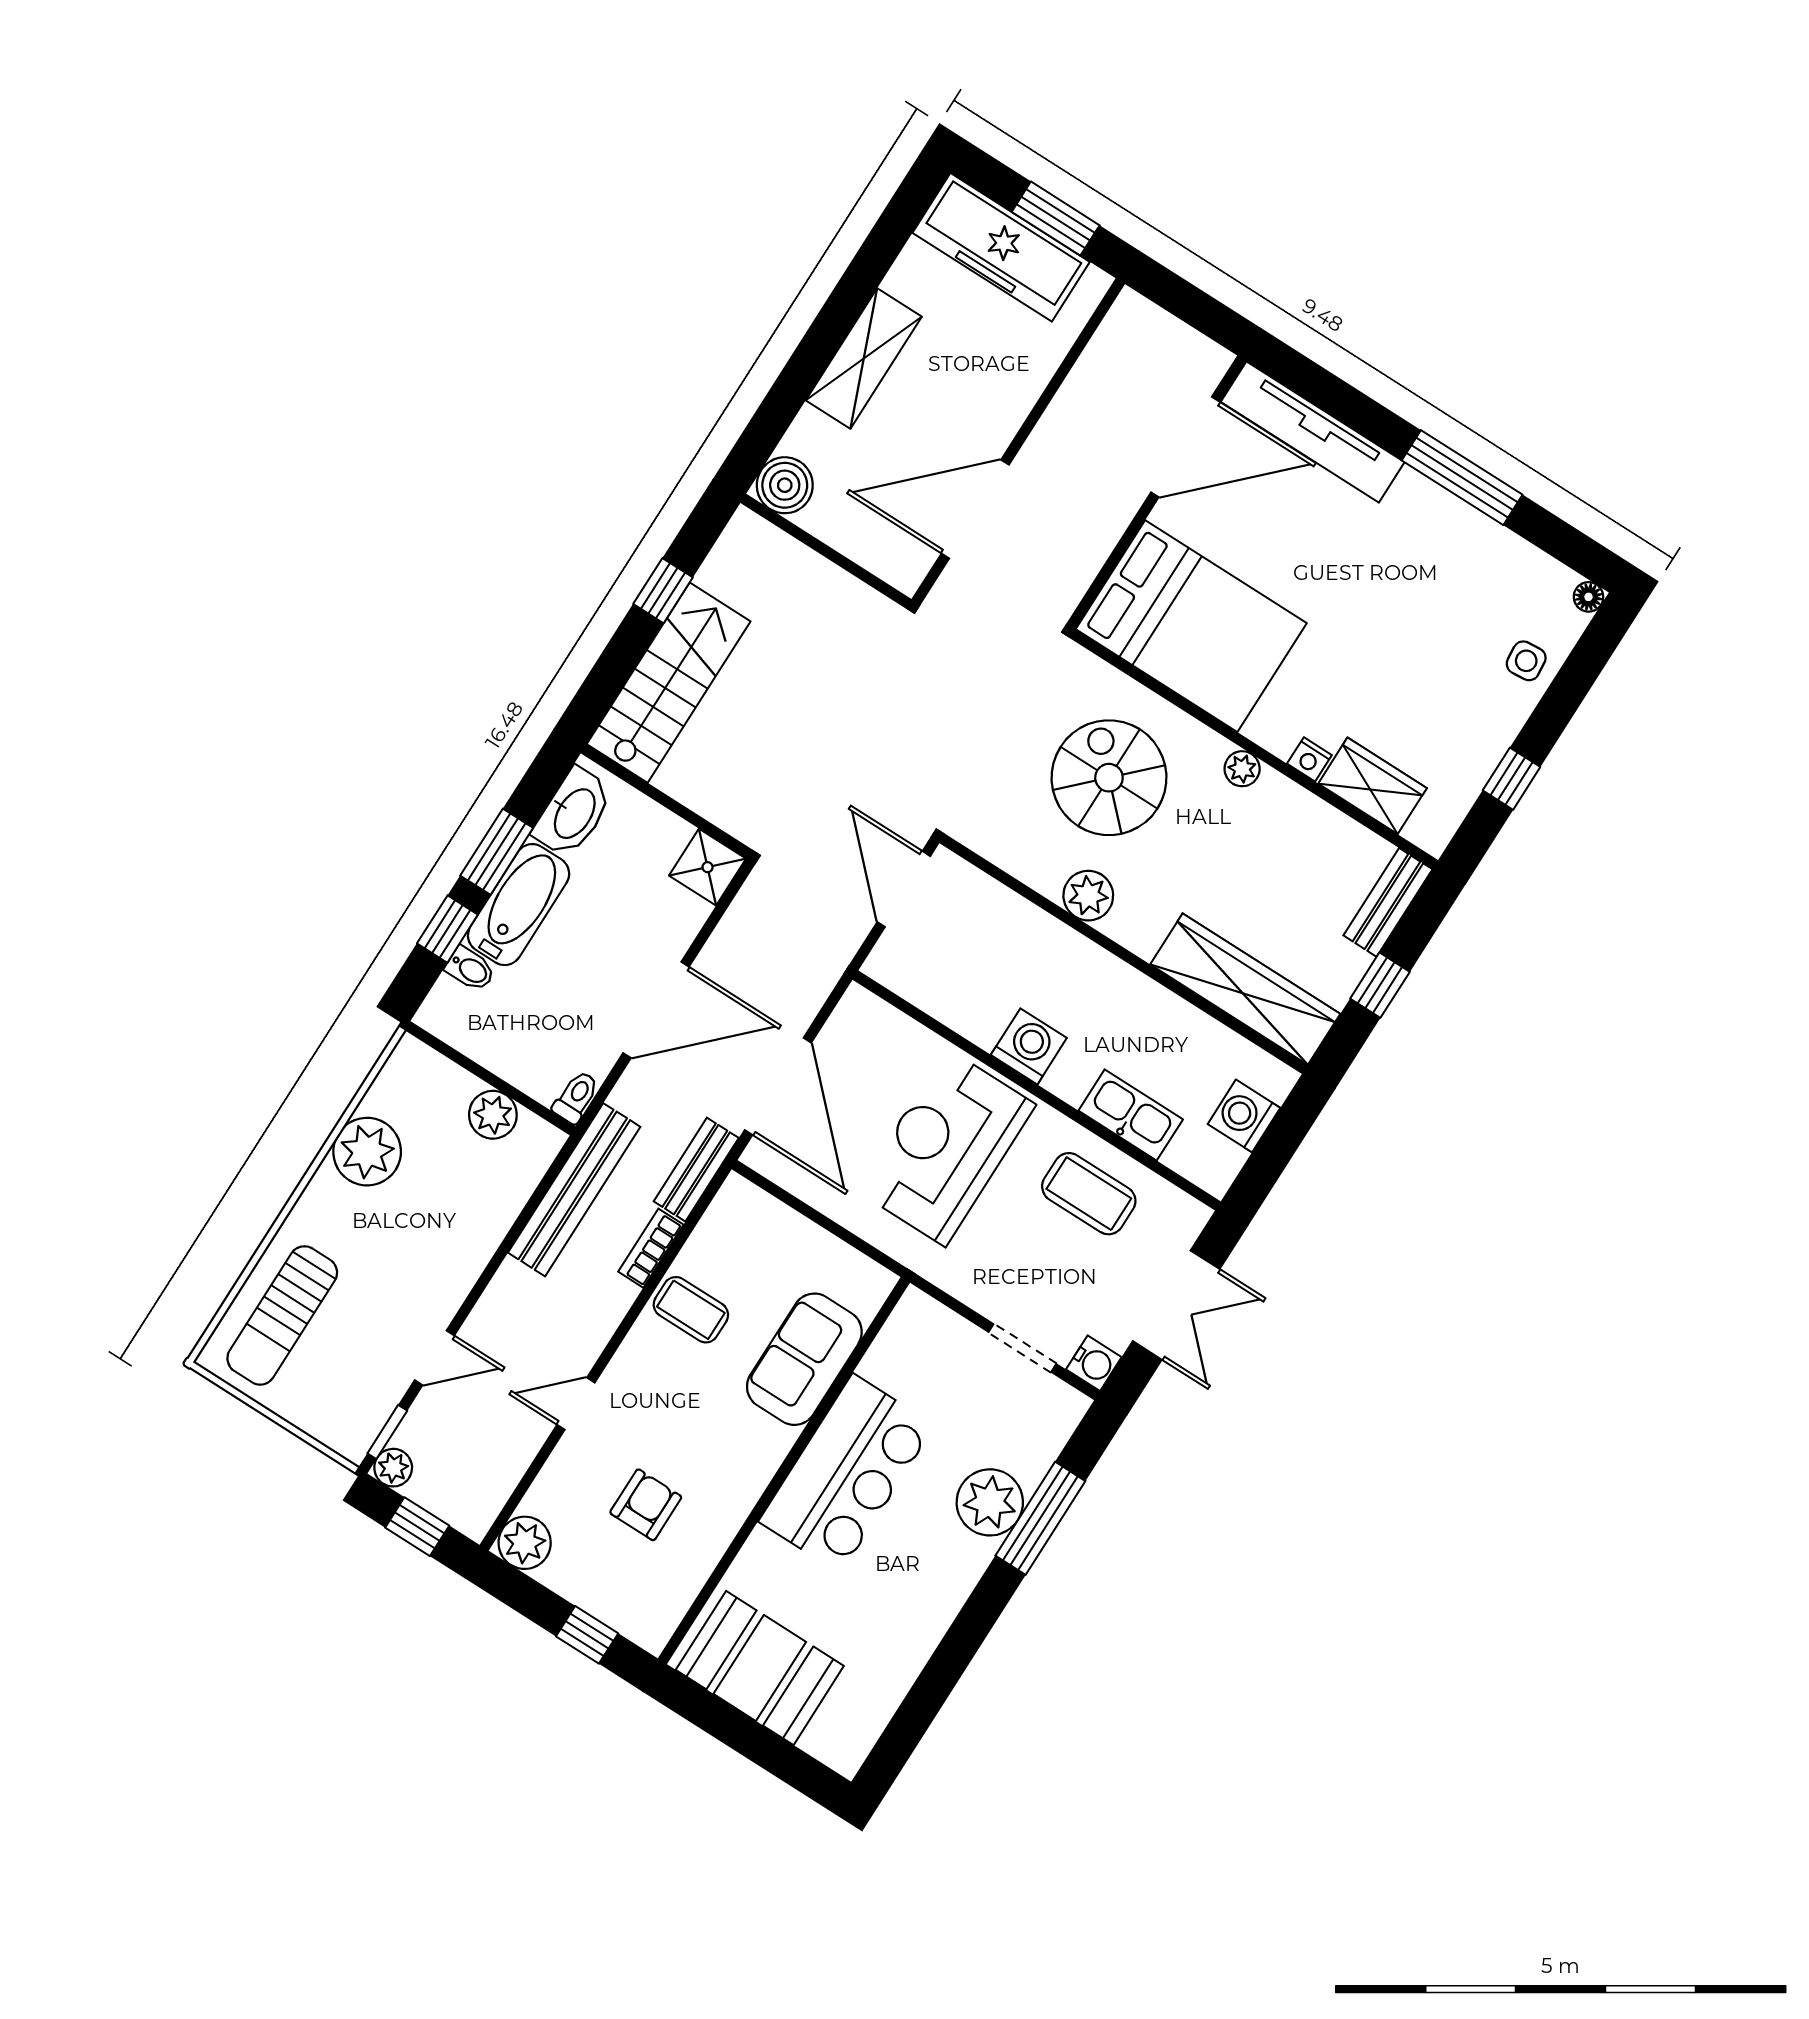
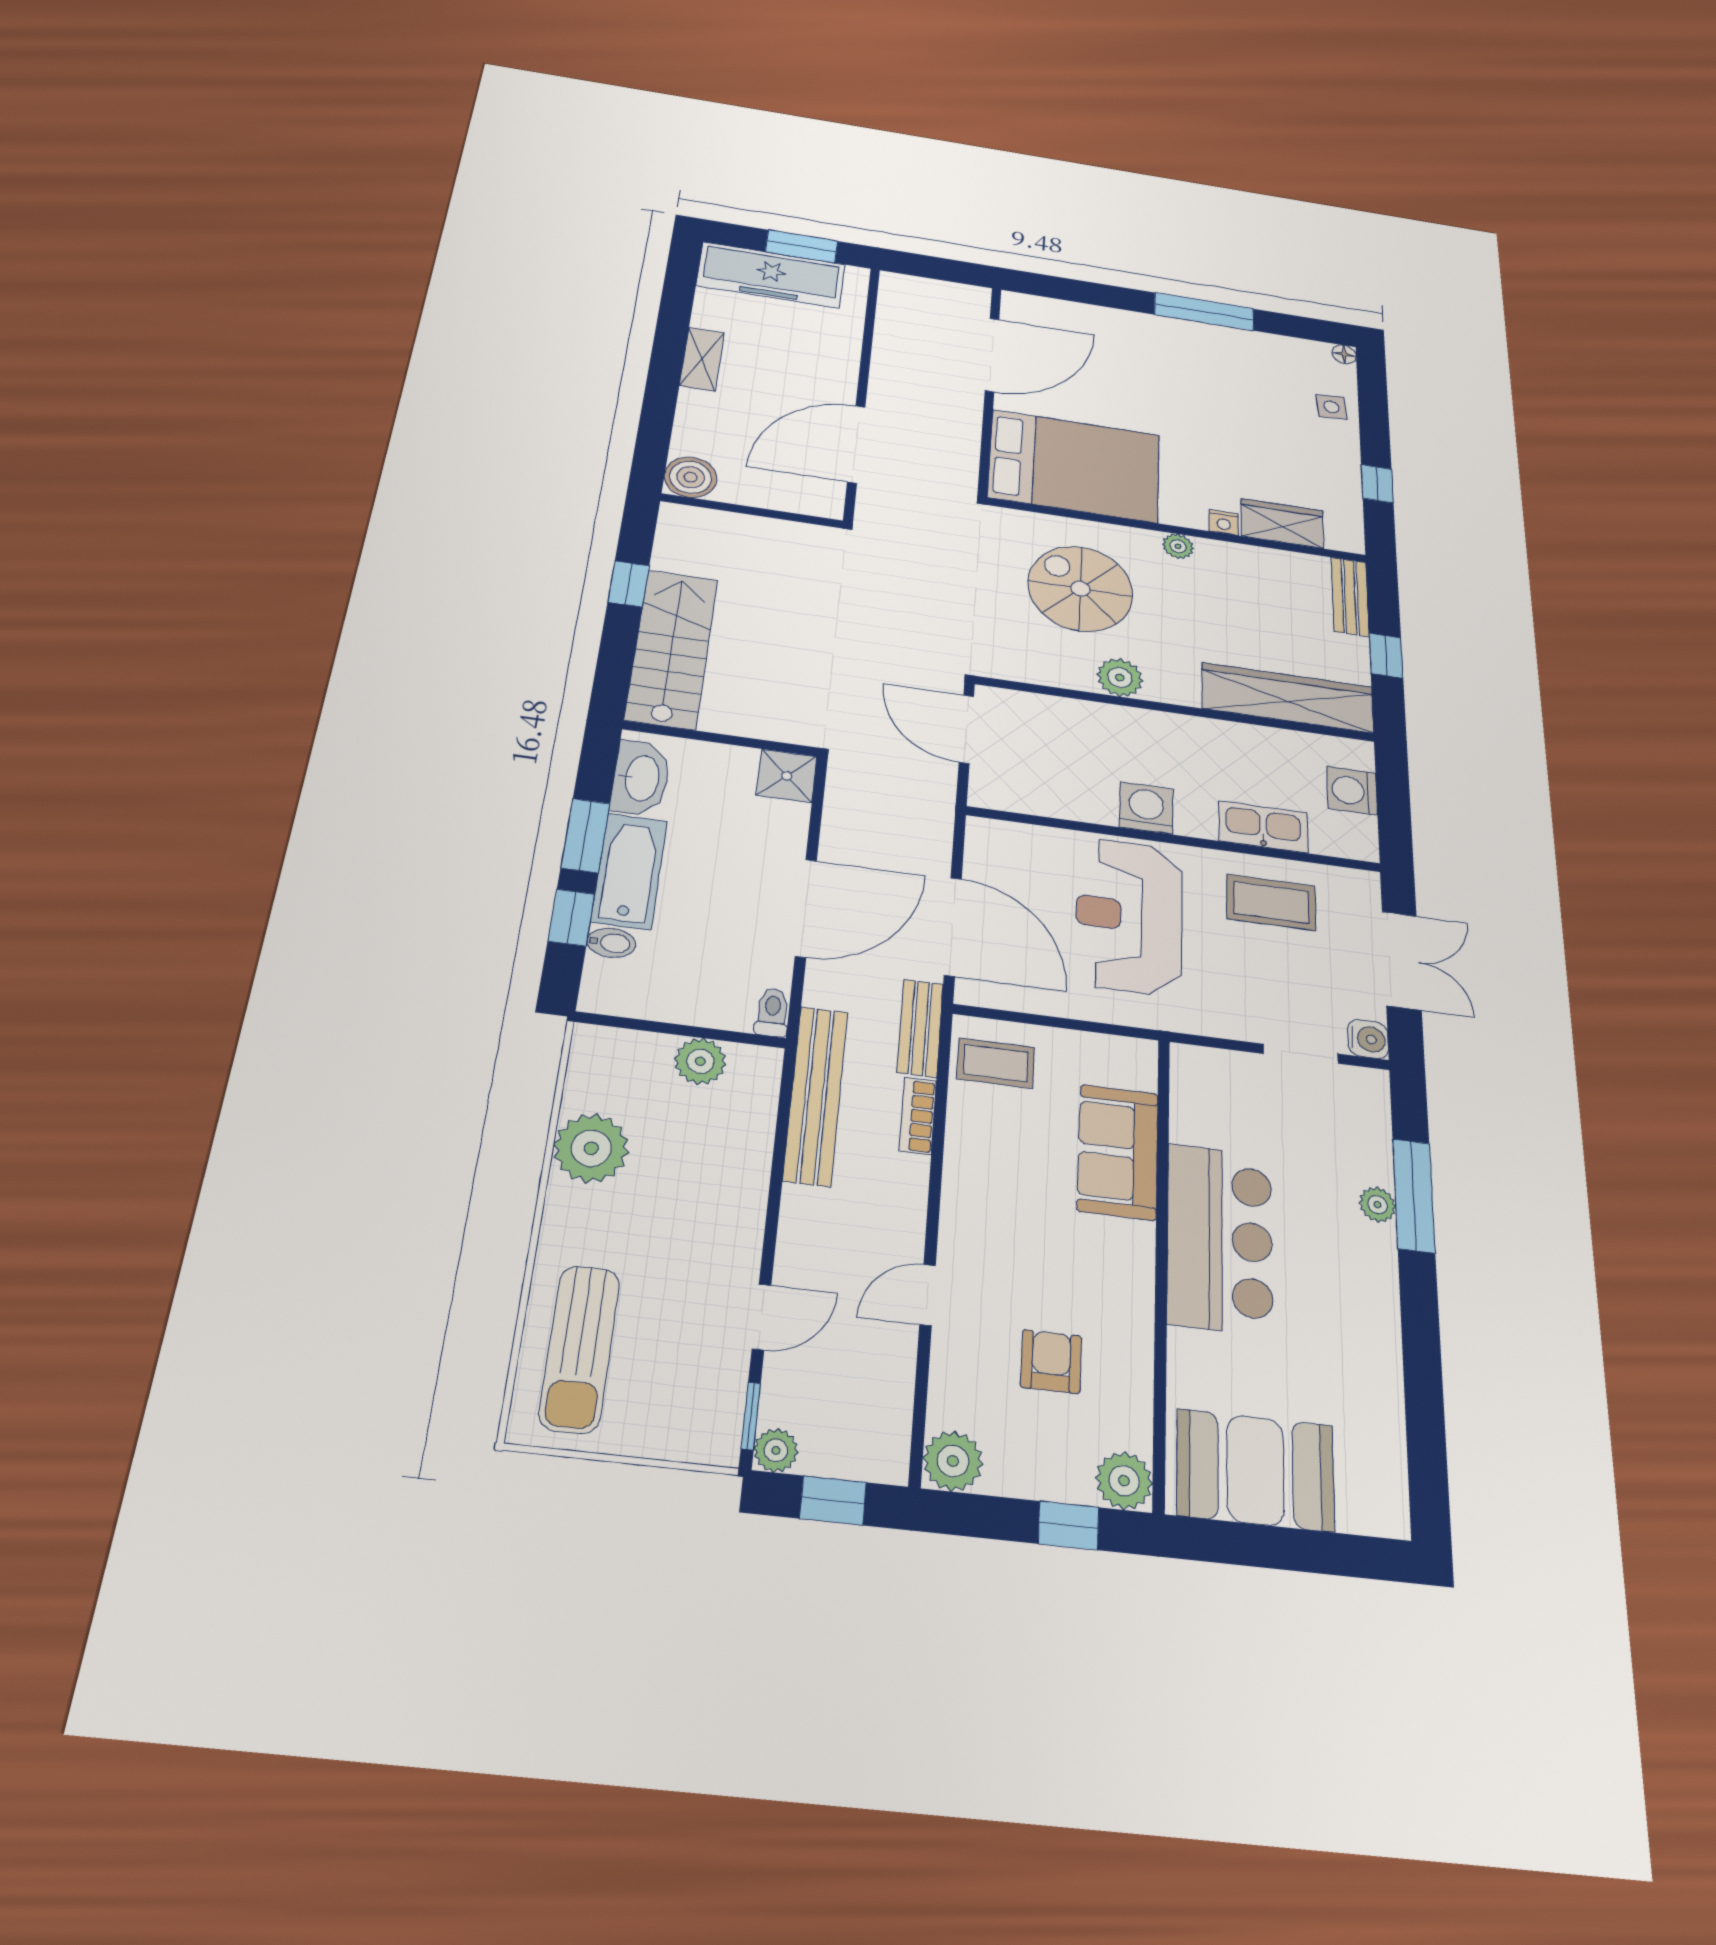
shelving: (864, 359) -> (702, 359), width x0.67, depth x0.75
tv unit: (1313, 432) -> (1079, 317), removed
coffee table: (691, 1310) -> (996, 1063), moved
plant: (990, 1502) -> (1378, 1205), width x0.53, depth x0.53
plant: (650, 1624) -> (1124, 1481), added

